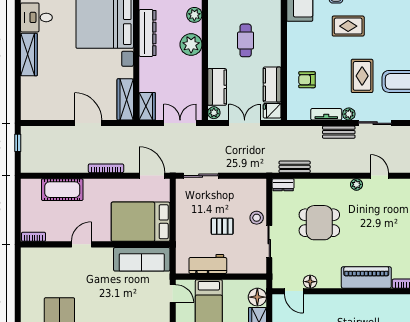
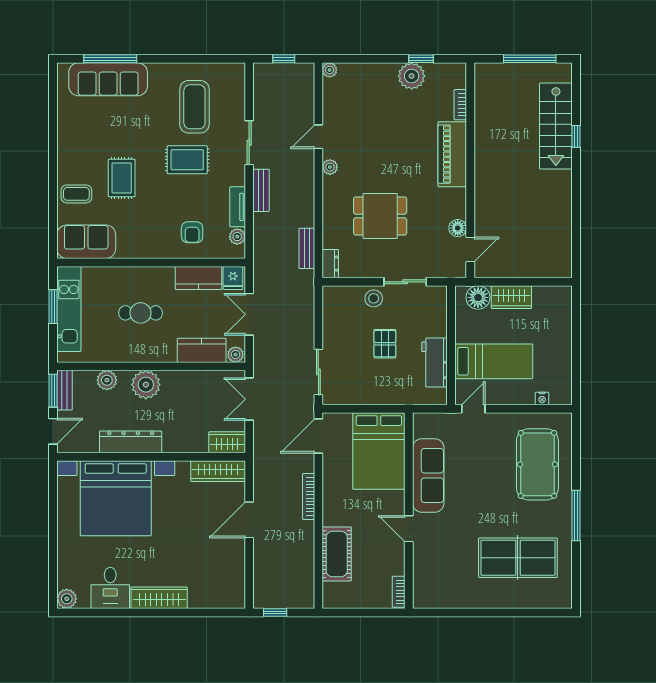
plant: (349, 114) -> (237, 237), moved
dining table: (319, 223) -> (380, 216), turned 90
sofa: (142, 259) -> (428, 475), moved

